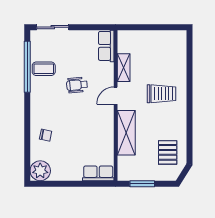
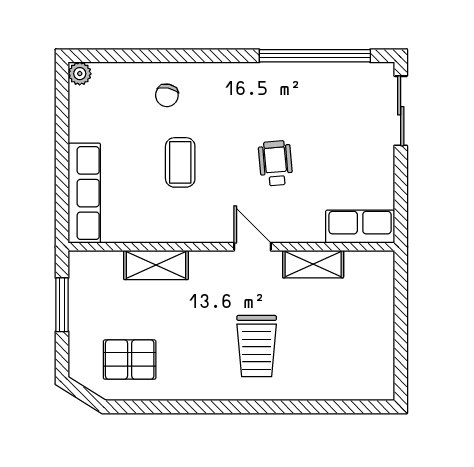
coffee table: (44, 69) -> (180, 162), moved
shelving: (126, 133) -> (156, 265), width x0.67, depth x0.75
plant: (40, 171) -> (80, 74), width x0.53, depth x0.53
row of seats: (98, 173) -> (84, 193), width x1.48

